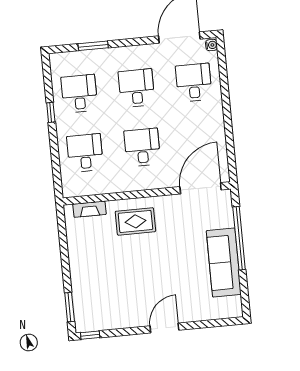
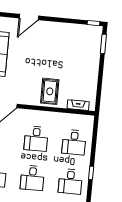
rug: (135, 221) -> (50, 91), turned 90
door: (164, 328) -> (29, 17), moved

